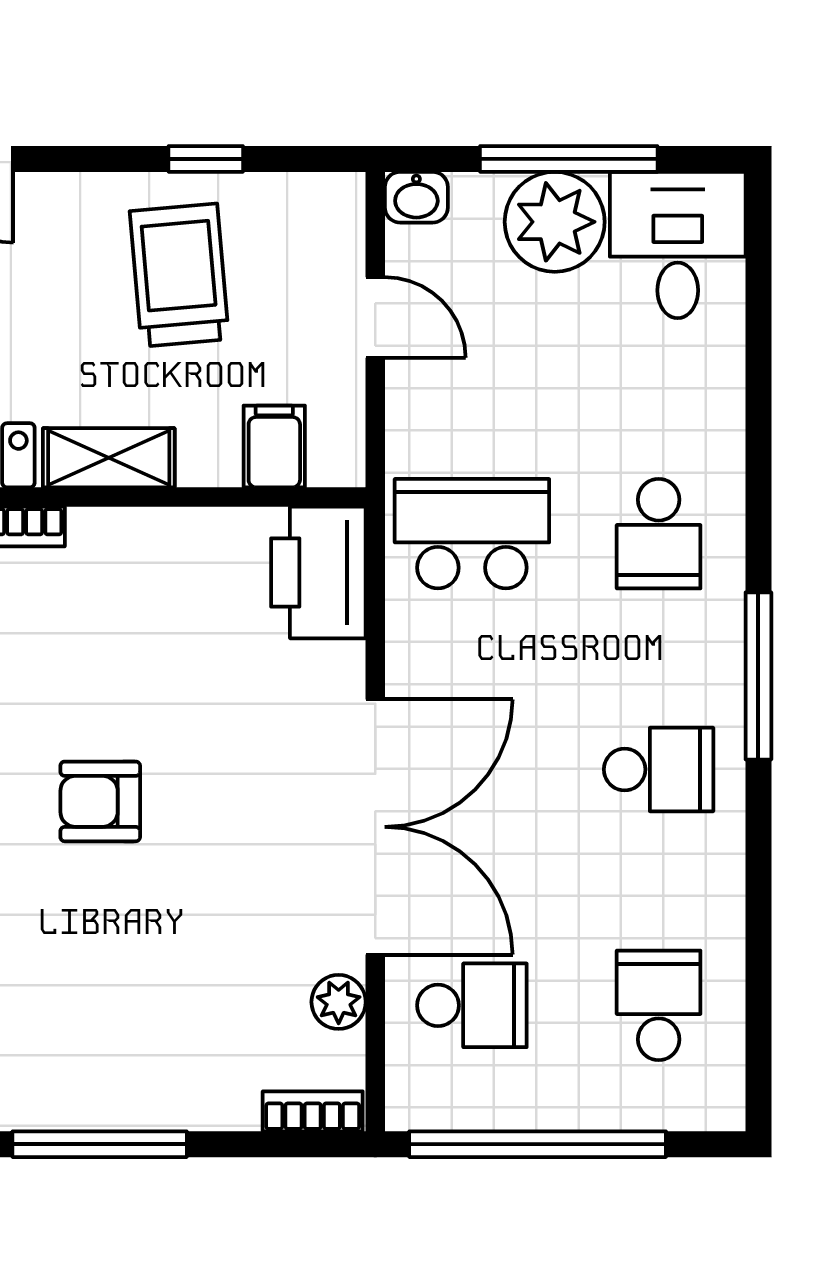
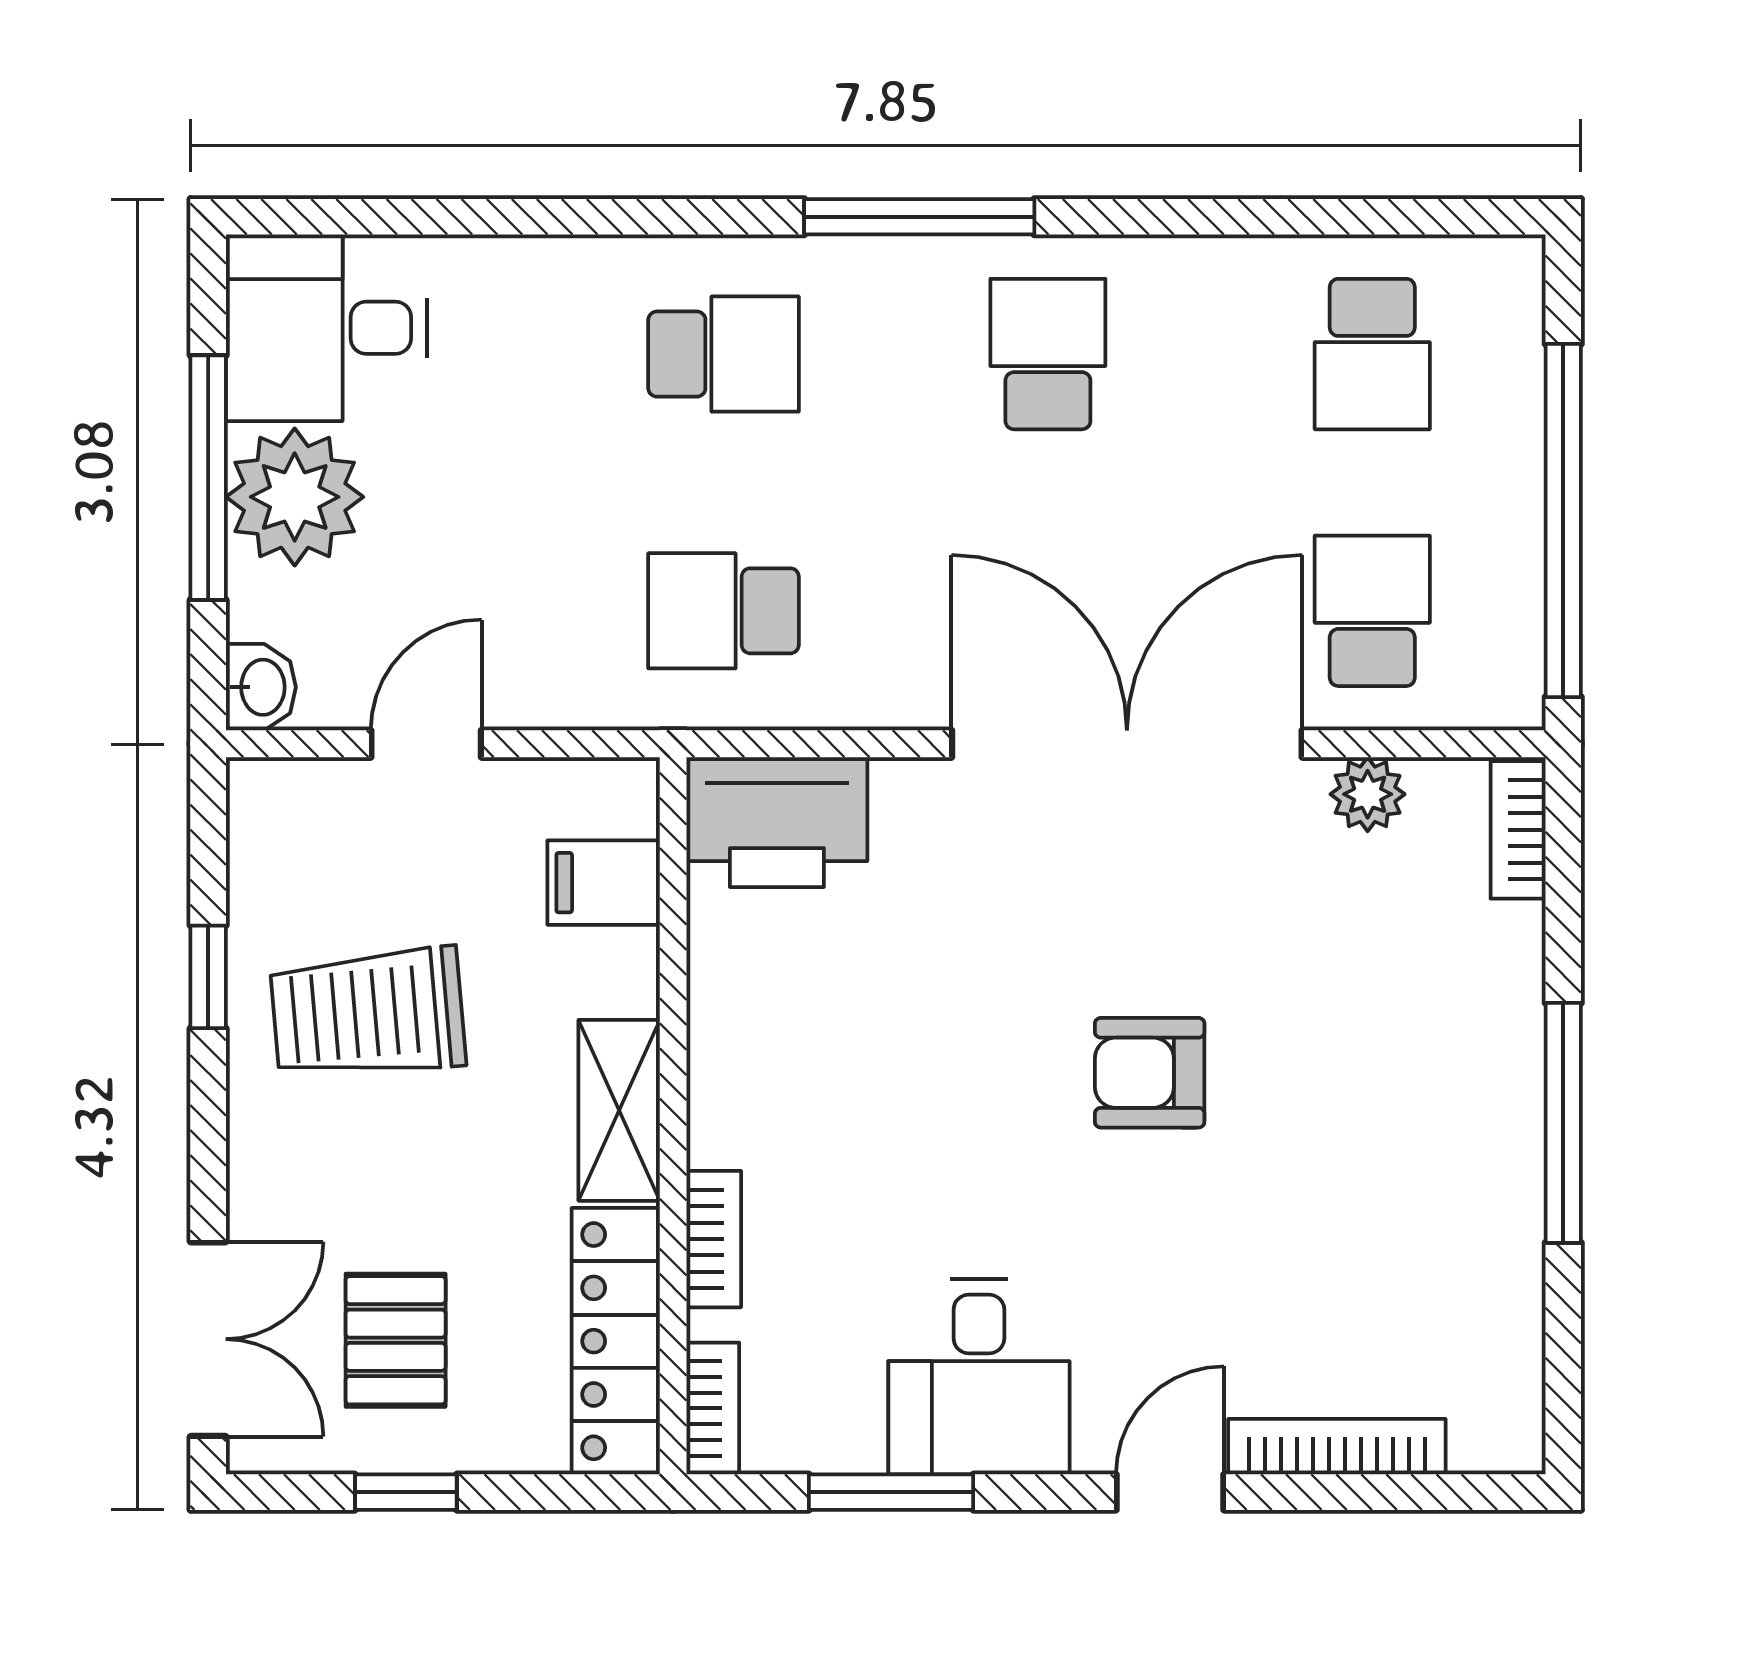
school desk: (472, 534) -> (724, 611), width x0.54
armchair: (100, 801) -> (1150, 1073), moved, turned 90
school desk: (659, 1005) -> (1372, 354), turned -90

